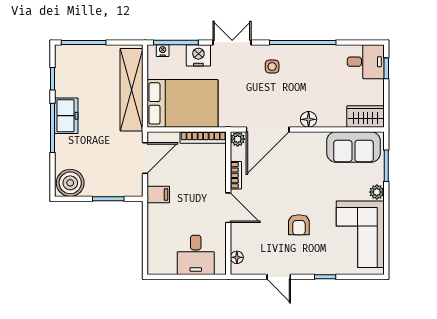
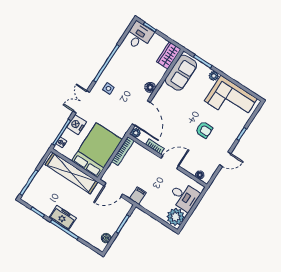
door: (145, 158) -> (113, 190), swing flipped
boiler: (70, 183) -> (106, 238), width x0.54, depth x0.54
plant: (162, 261) -> (176, 217), added

